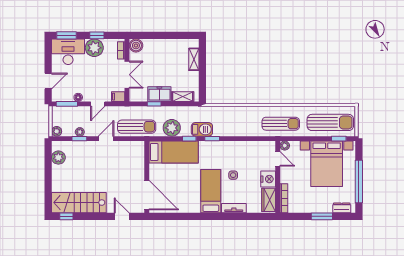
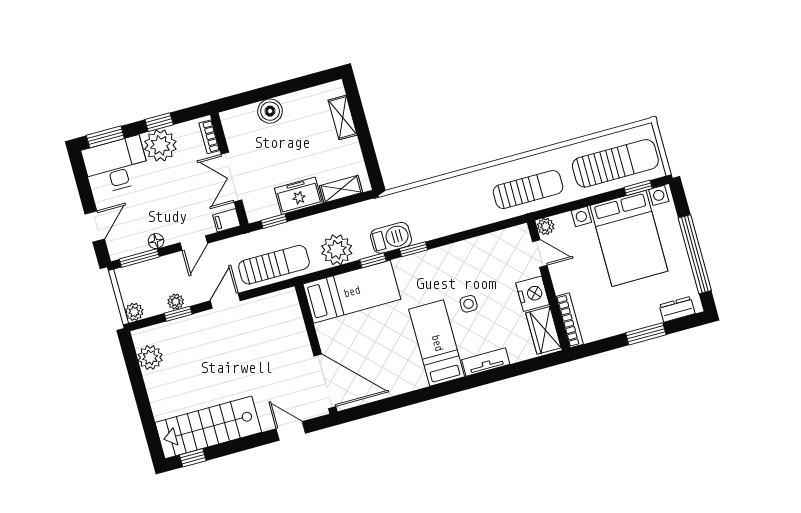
boiler: (136, 46) -> (270, 111), moved
double door: (127, 75) -> (232, 177), swing flipped
window: (154, 104) -> (274, 221), moved

